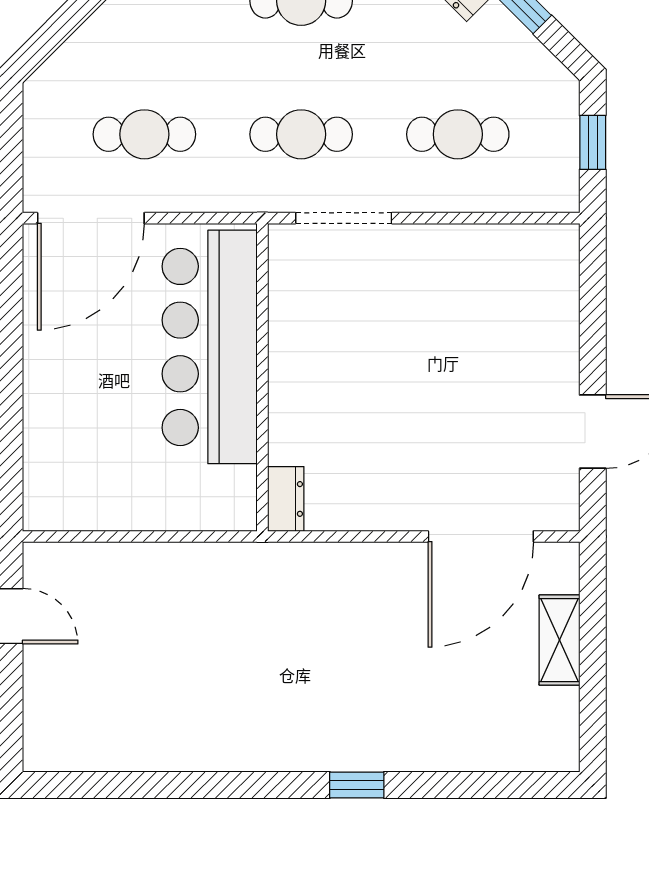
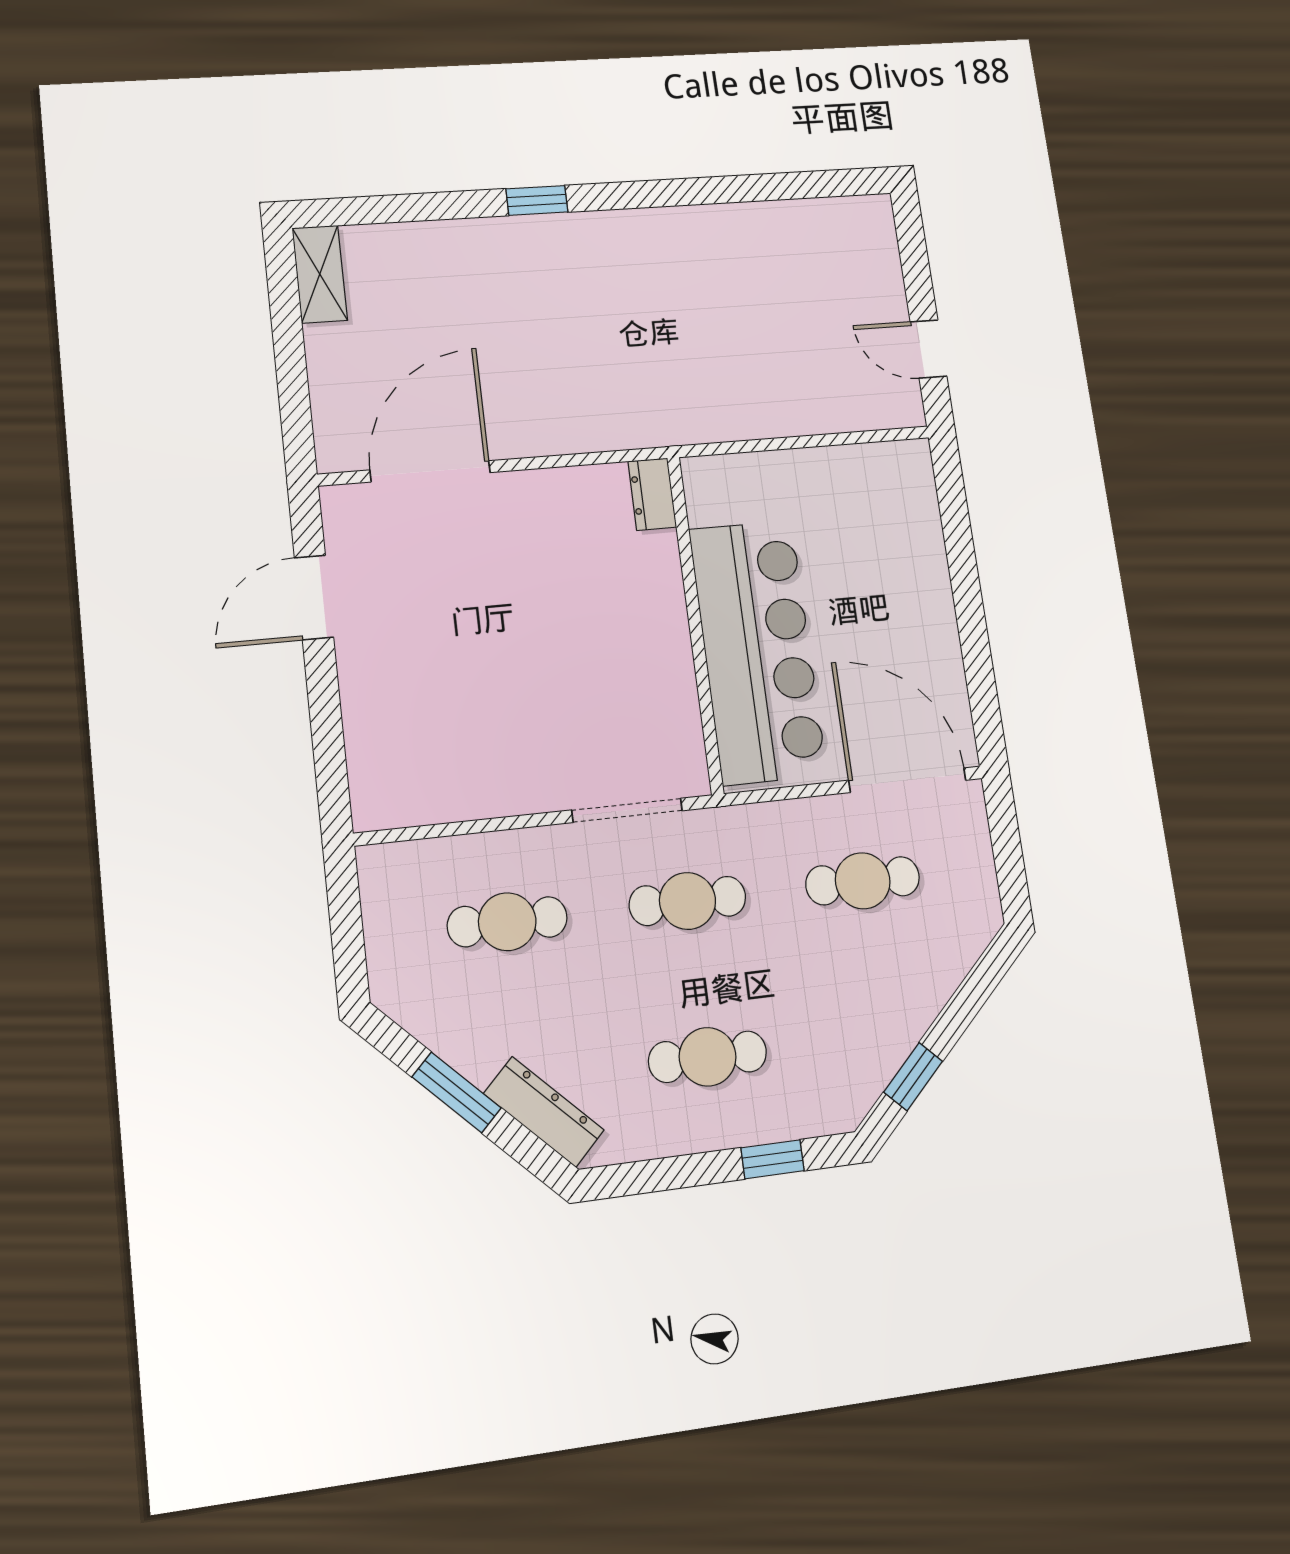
window: (593, 142) -> (347, 930), removed
door: (91, 218) -> (907, 780), hinge flipped
shelving: (559, 640) -> (320, 274), moved

